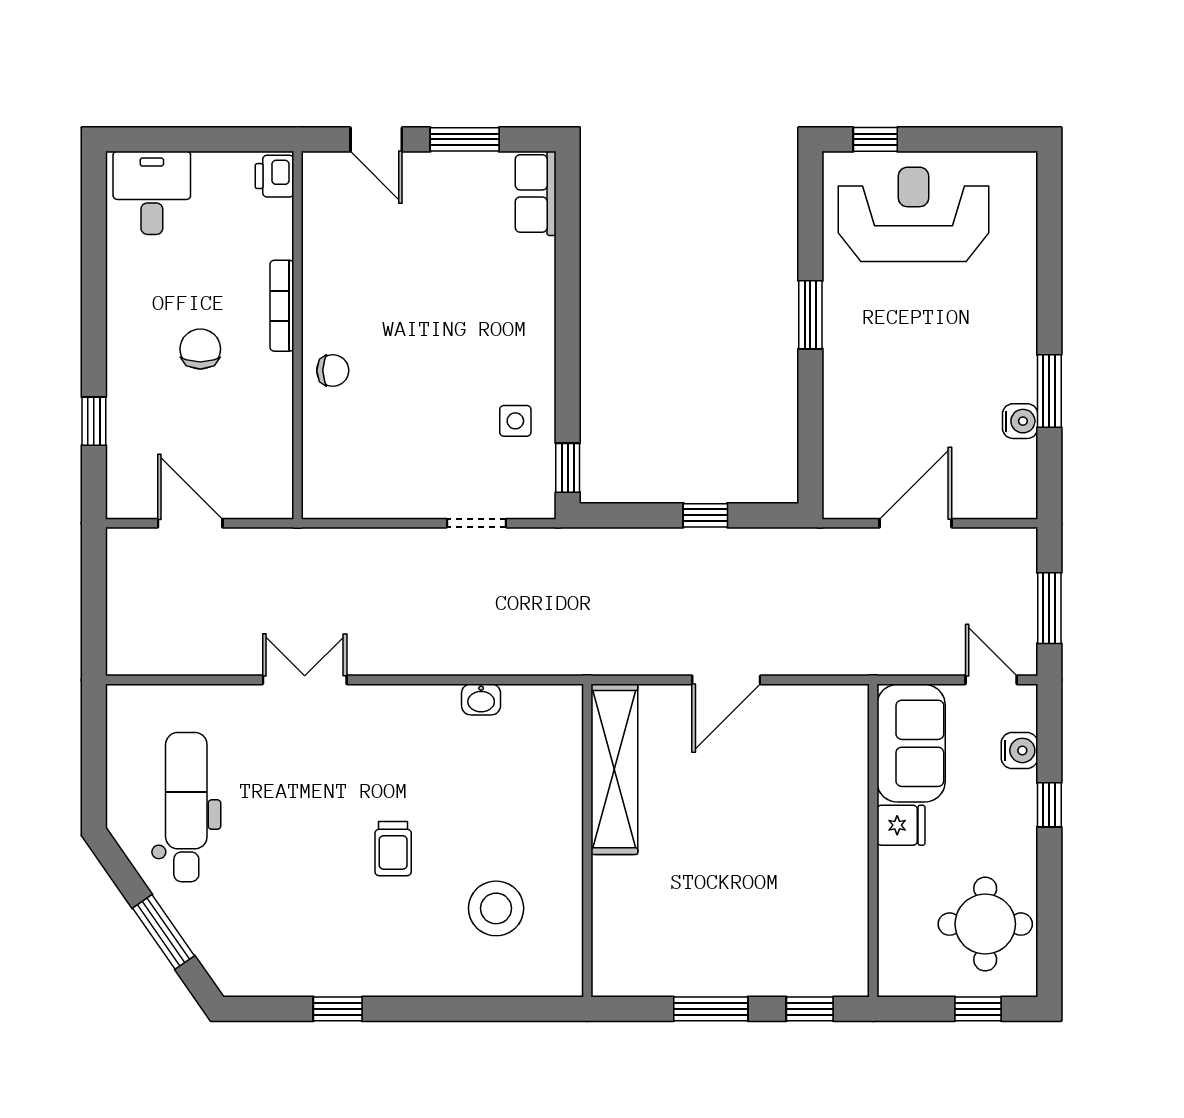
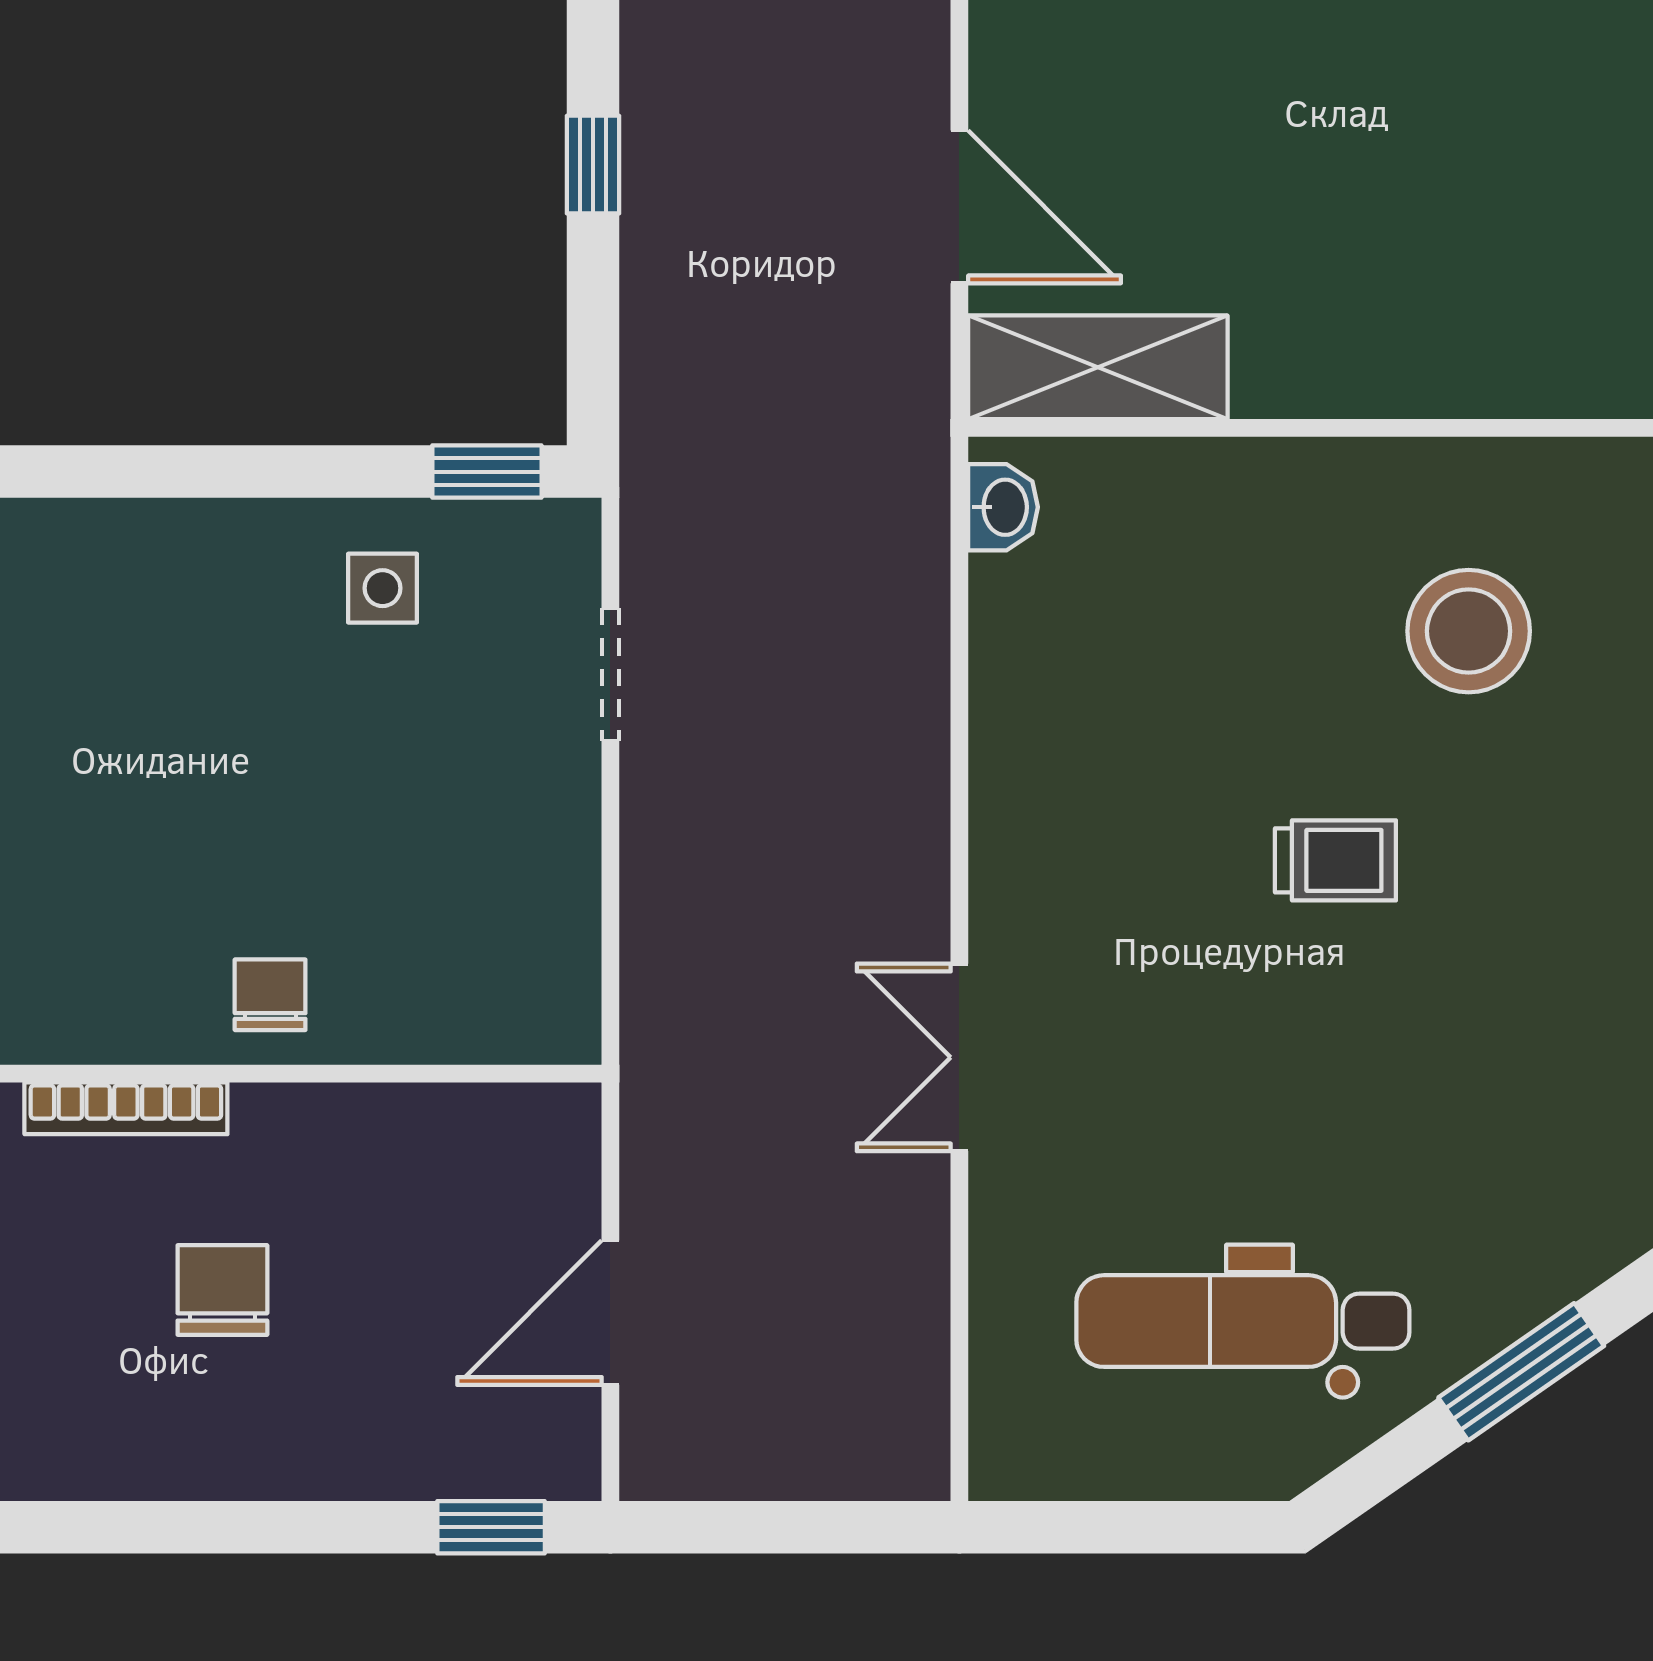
chair: (200, 349) -> (222, 1290), turned 90
window: (94, 421) -> (491, 1527), moved
door: (726, 680) -> (959, 207), moved
washbasin: (481, 699) -> (1003, 507), moved
shelving: (614, 769) -> (1098, 367), width x0.68

